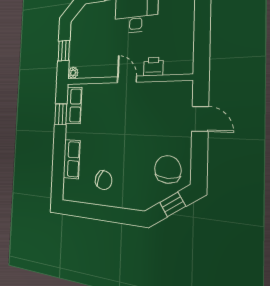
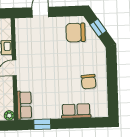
row of seats: (74, 105) -> (24, 105), moved, turned 90
chair: (104, 180) -> (89, 82), turned 152

